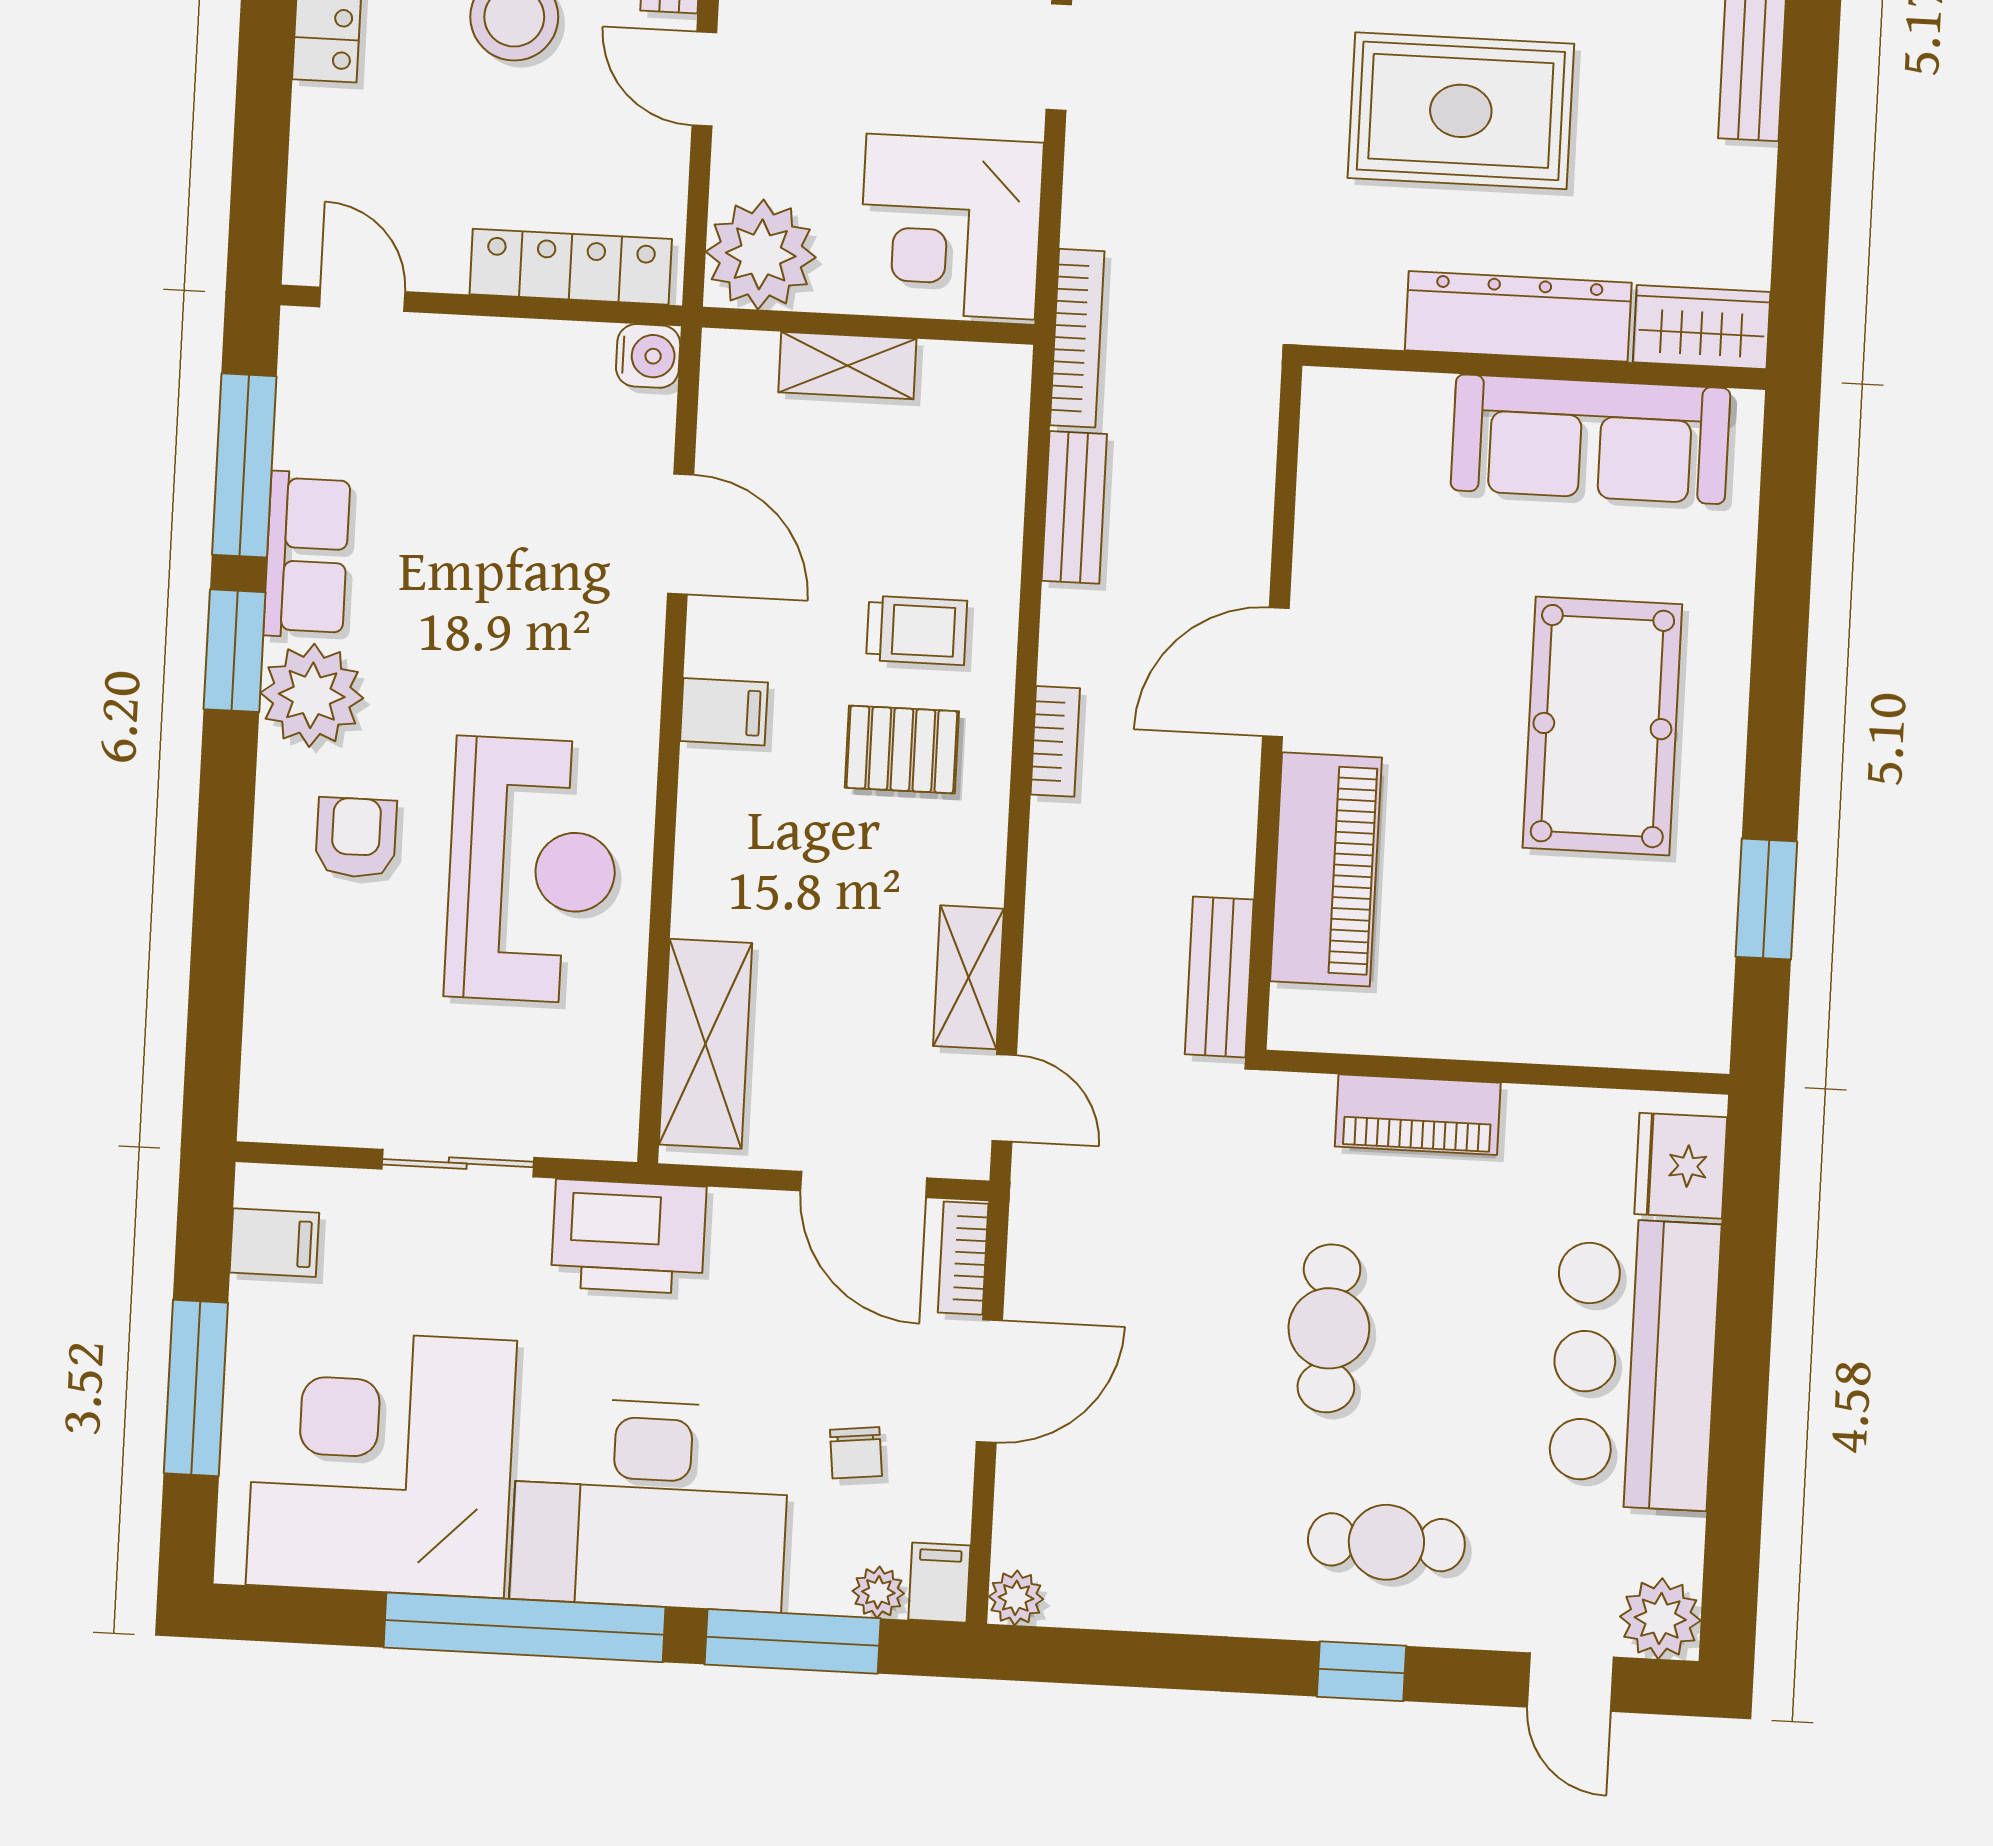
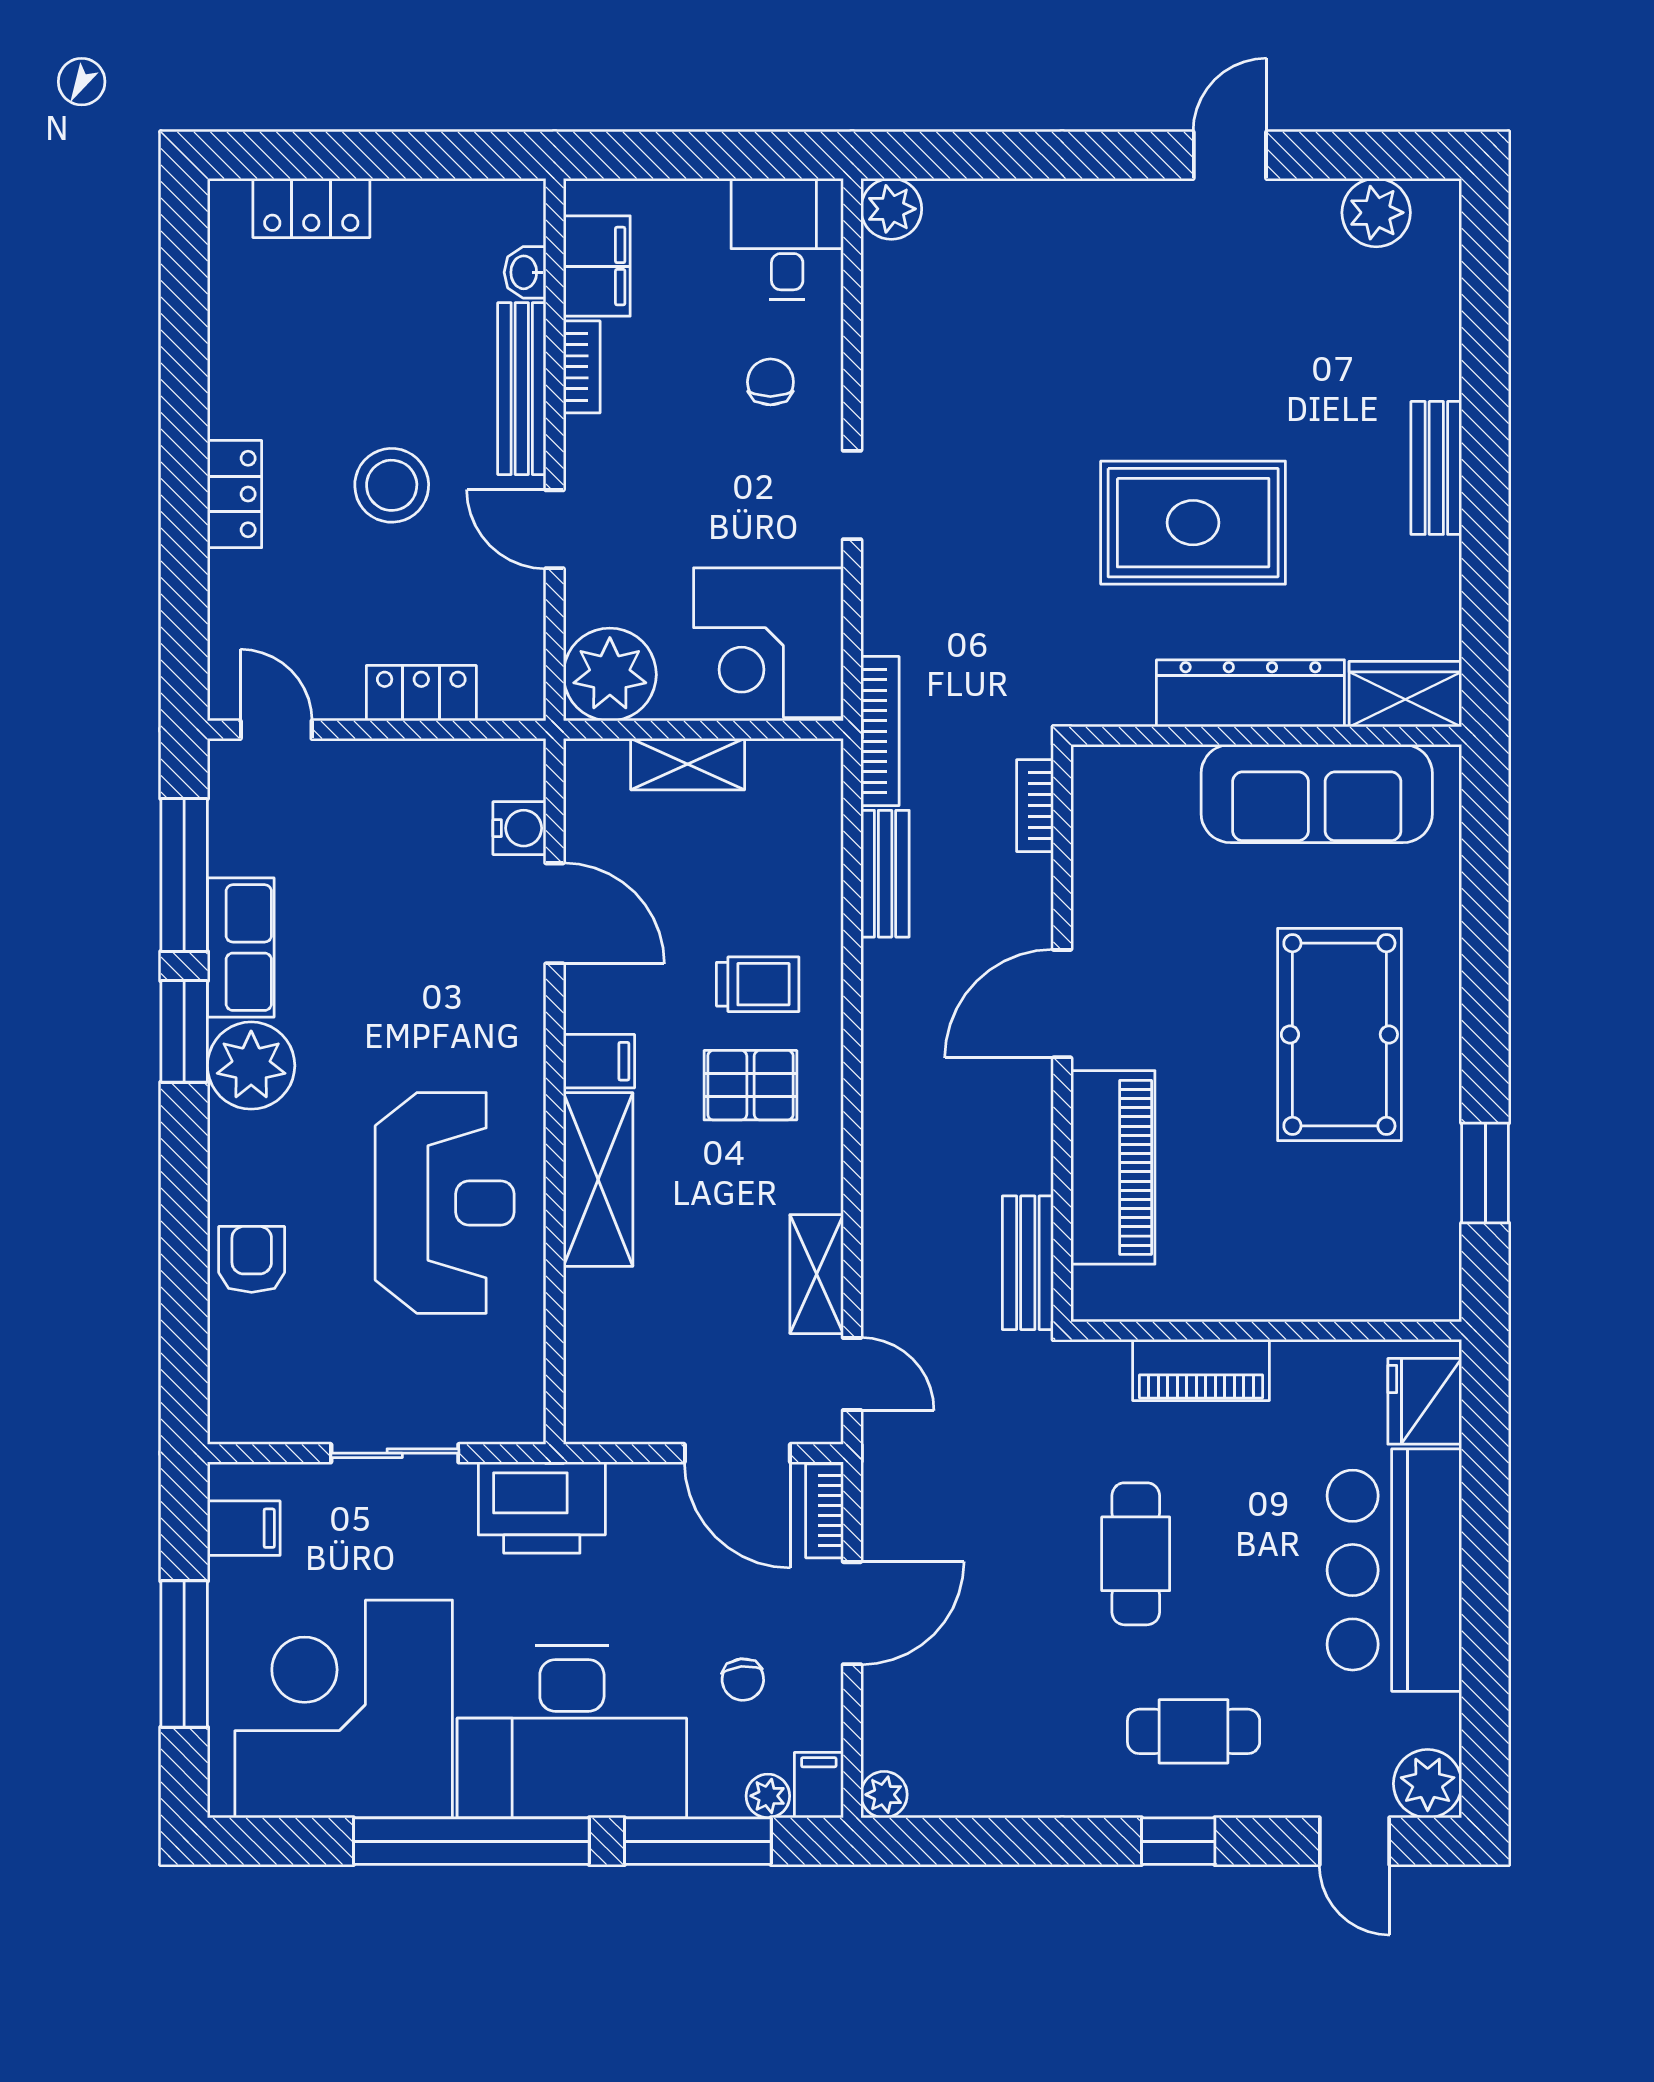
locker: (571, 267) -> (421, 693), width x0.66
water cooler: (648, 356) -> (519, 828), moved
bookcase: (1055, 741) -> (1035, 806), moved, turned 180
armchair: (356, 838) -> (252, 1259), moved
shelving: (705, 1044) -> (598, 1180), moved

